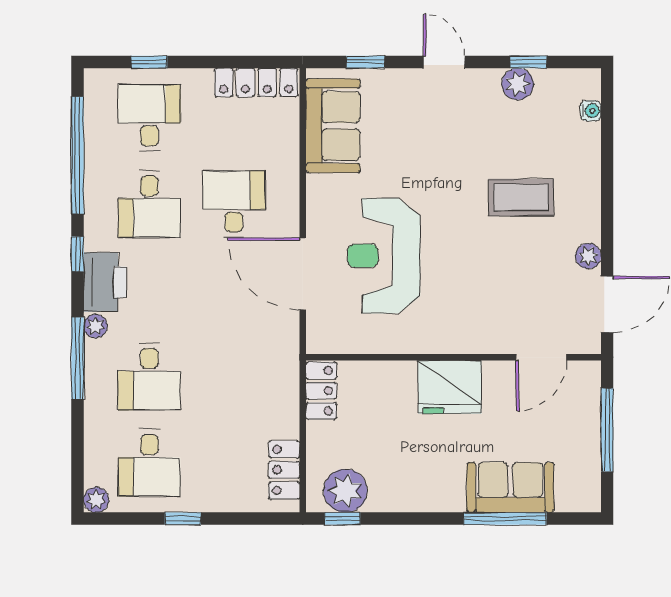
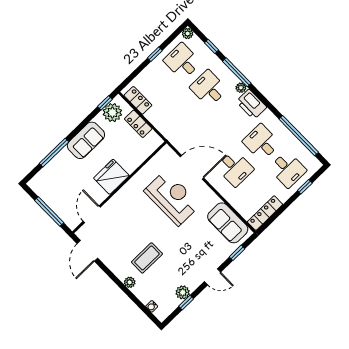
window: (78, 254) -> (212, 46), moved
plant: (588, 256) -> (130, 282), moved
locker: (321, 391) -> (138, 124), moved
sofa: (510, 487) -> (86, 140), moved

